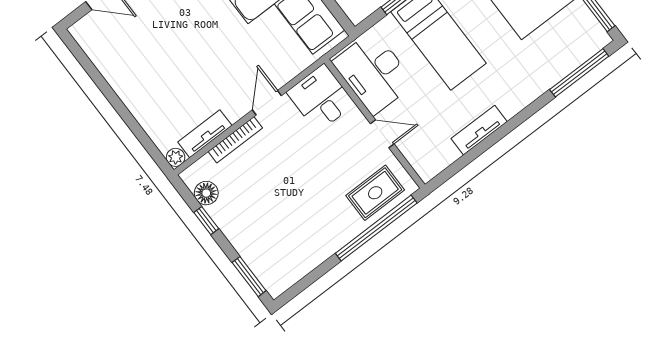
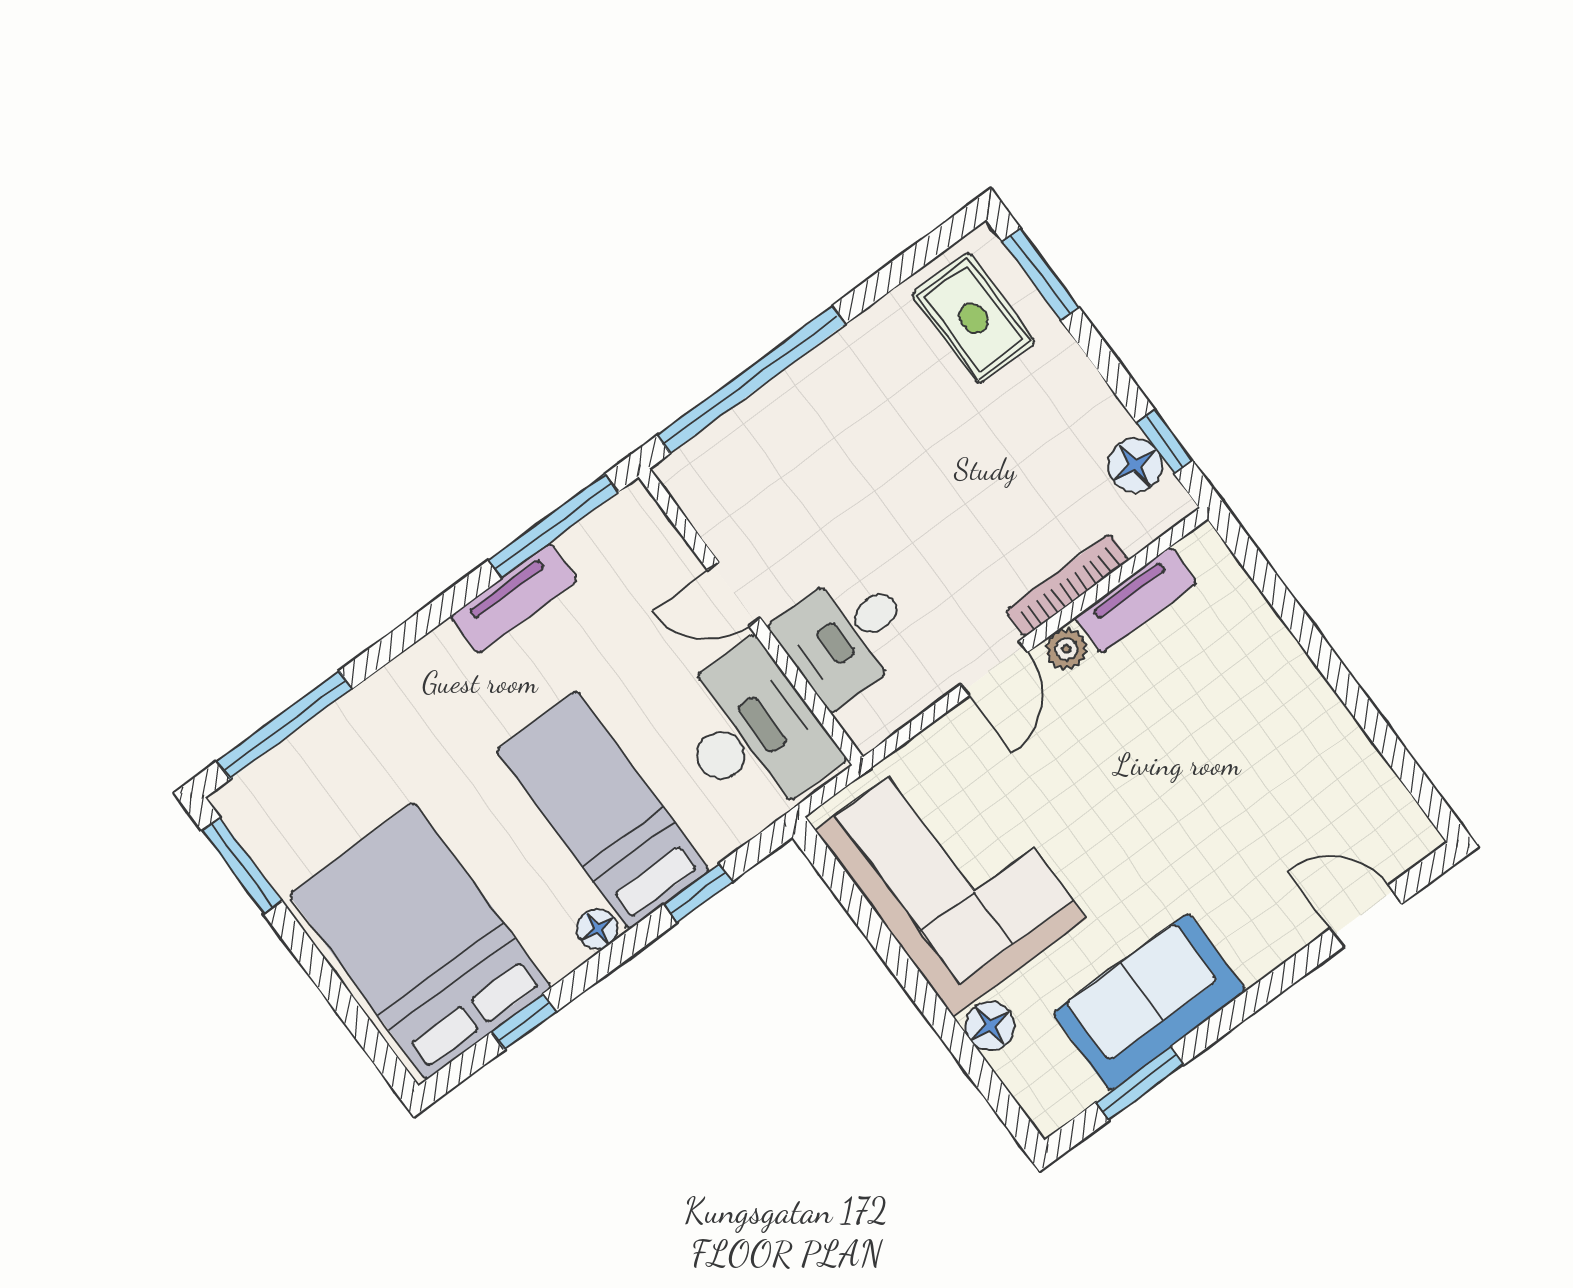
desk: (321, 98) -> (846, 635), moved, turned 90
plant: (176, 157) -> (1066, 649), moved
window: (462, 162) -> (553, 526), added
rug: (375, 193) -> (974, 318), moved, turned 90
window: (206, 221) -> (1165, 442), moved

